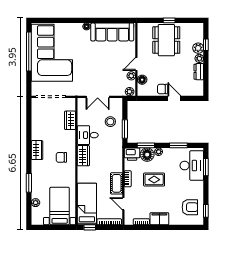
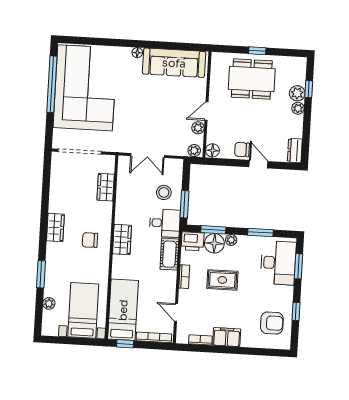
dining table: (166, 40) -> (252, 79), turned 90
dresser: (199, 72) -> (295, 151), moved
floor lamp: (142, 80) -> (212, 150), moved
desk: (88, 135) -> (165, 223), moved, turned 180
cot: (117, 183) -> (169, 254), moved
window: (206, 211) -> (296, 311), moved

